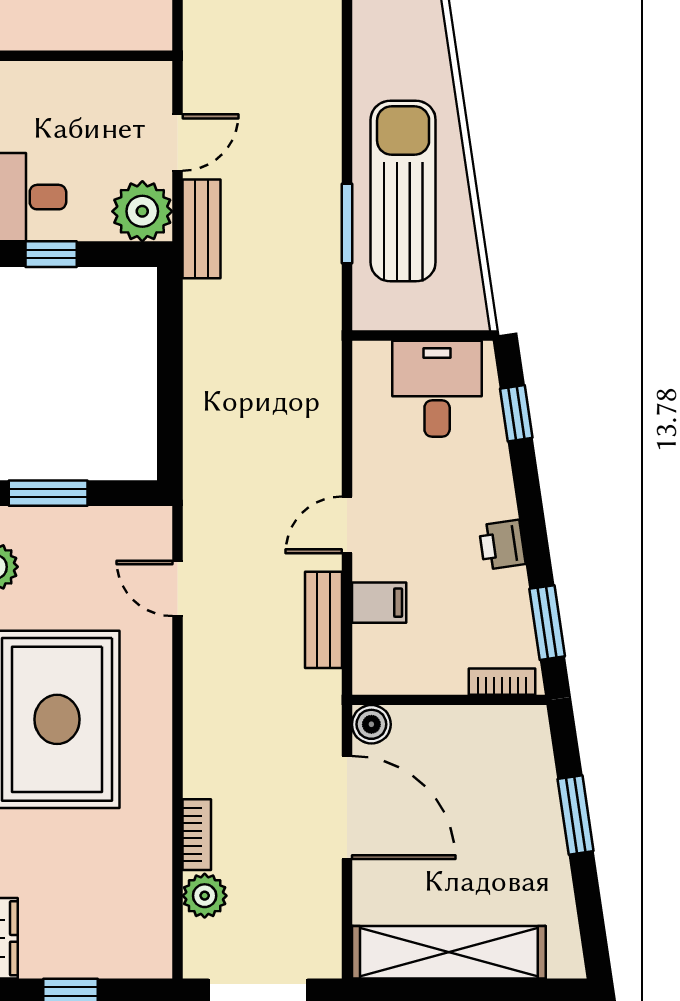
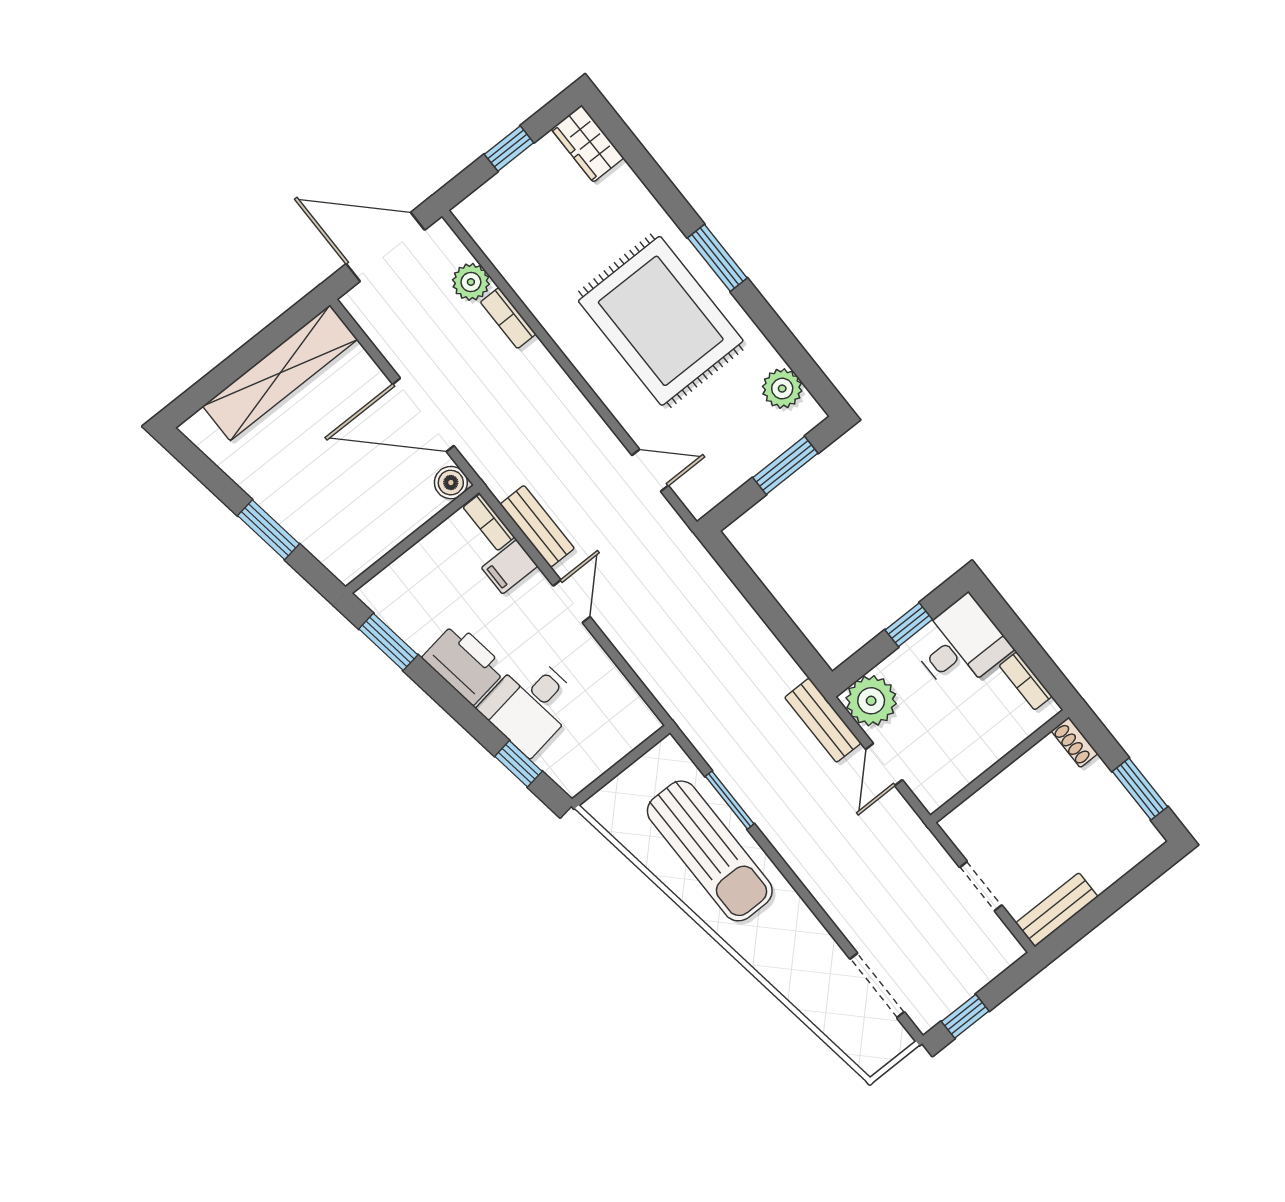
desk: (437, 389) -> (530, 705), moved, turned 82
printer: (502, 545) -> (464, 664), width x1.87, depth x1.48
bookcase: (502, 682) -> (489, 522), moved, turned 90

